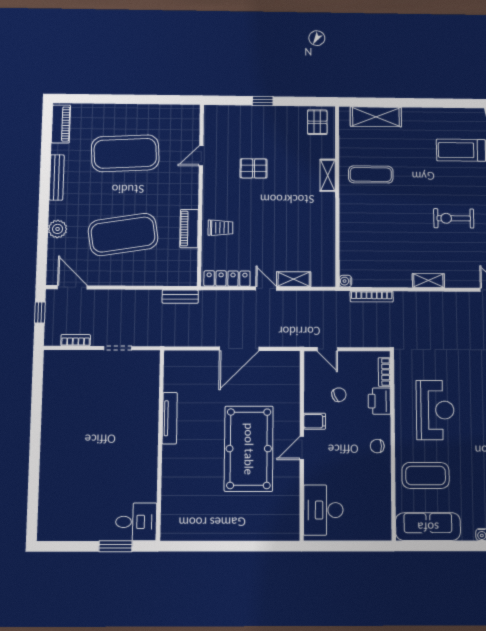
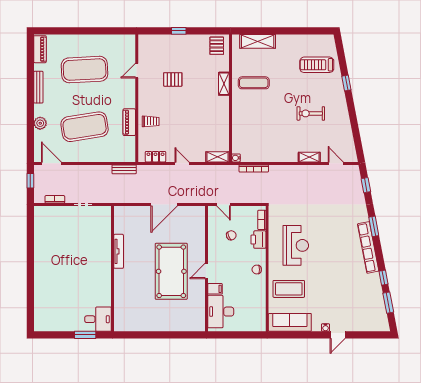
locker: (227, 278) -> (155, 157), width x0.66
shelving: (294, 279) -> (218, 157), moved
shelving: (428, 281) -> (309, 157), moved
filing cabinet: (315, 421) -> (215, 289), moved

